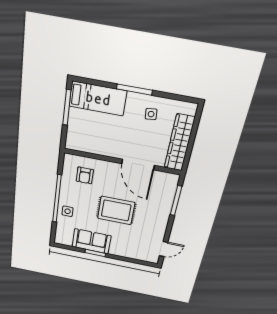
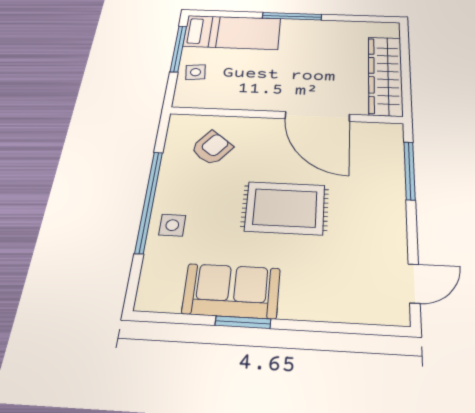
side table: (151, 114) -> (196, 72), moved
armchair: (85, 175) -> (212, 148), turned -141

